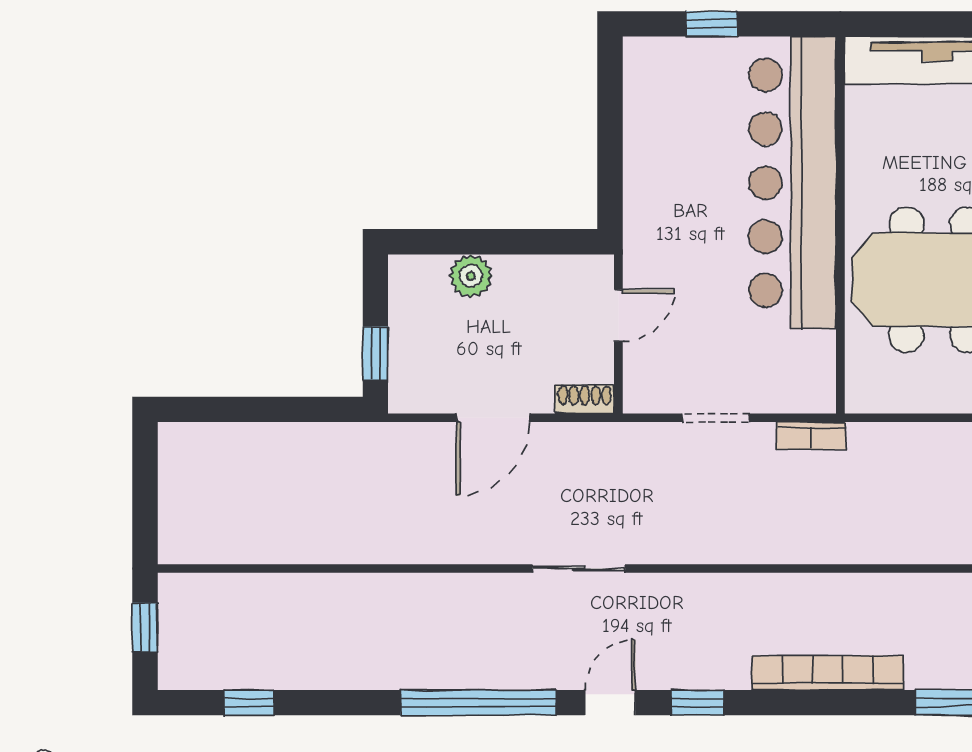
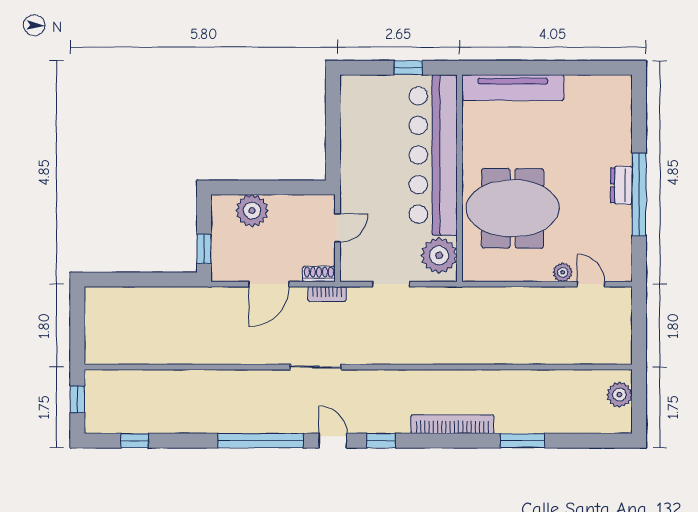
window: (712, 24) -> (408, 68), moved
plant: (471, 276) -> (252, 211), width x1.36, depth x1.36
plant: (803, 365) -> (439, 255), added
bookcase: (811, 436) -> (327, 294), moved
door: (610, 703) -> (333, 441), hinge flipped

